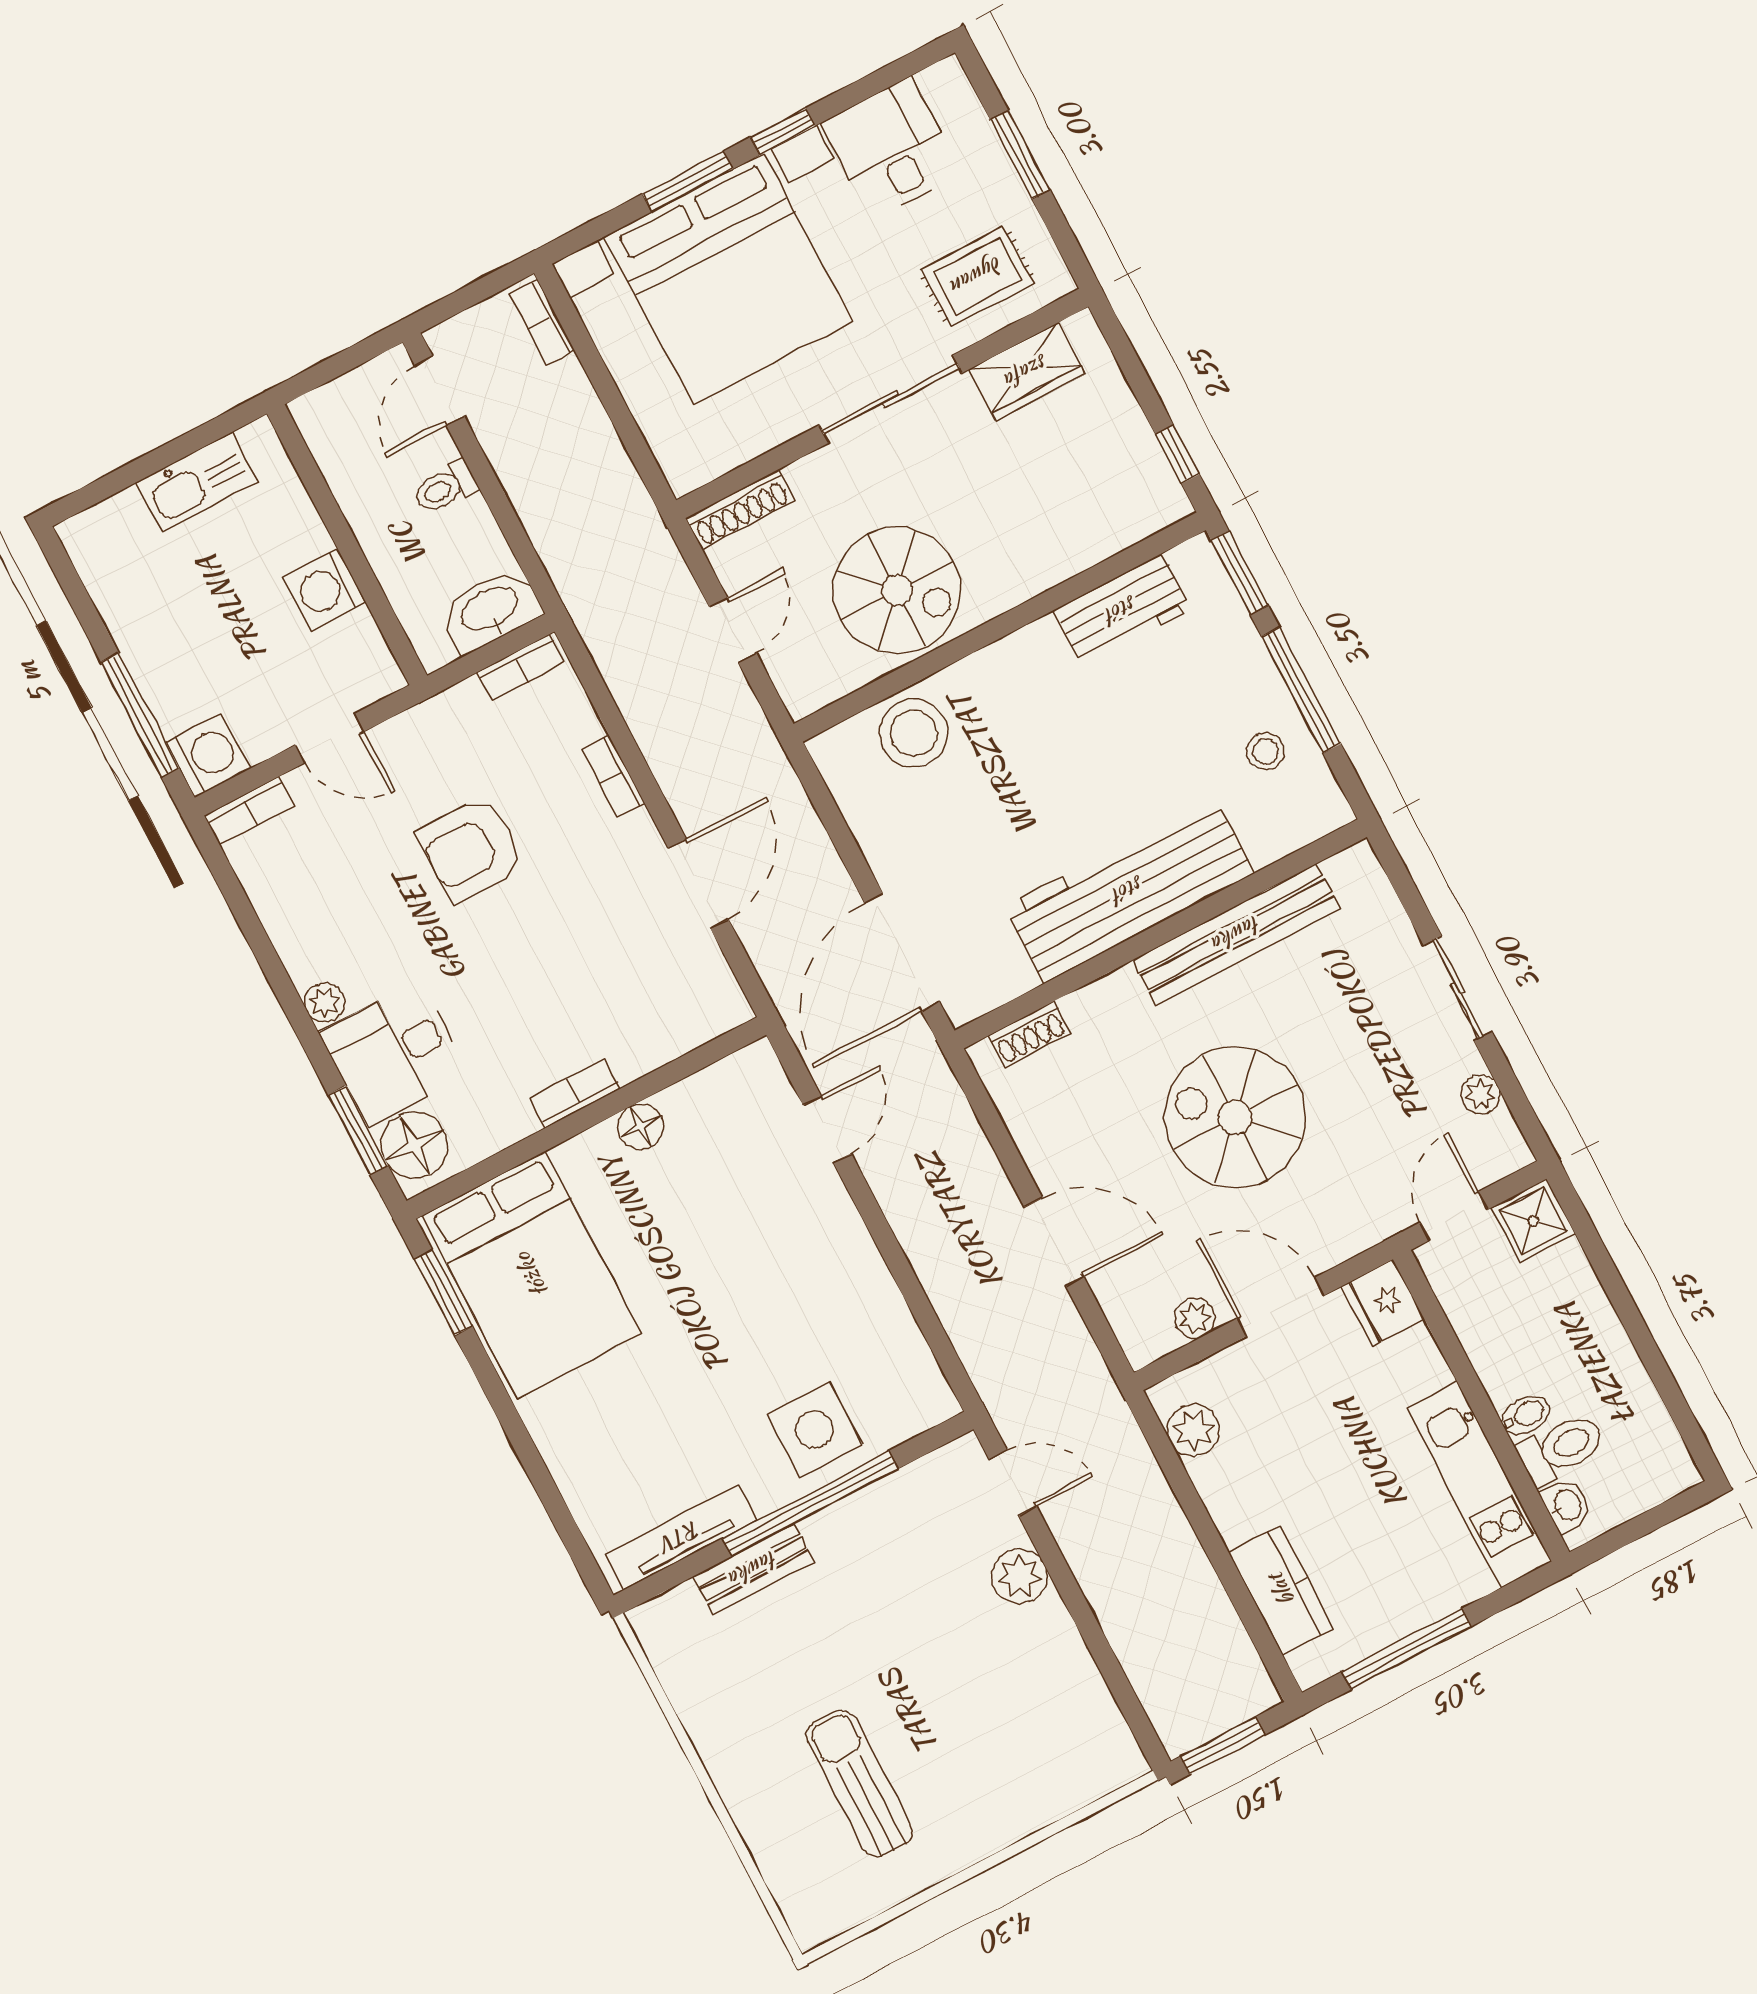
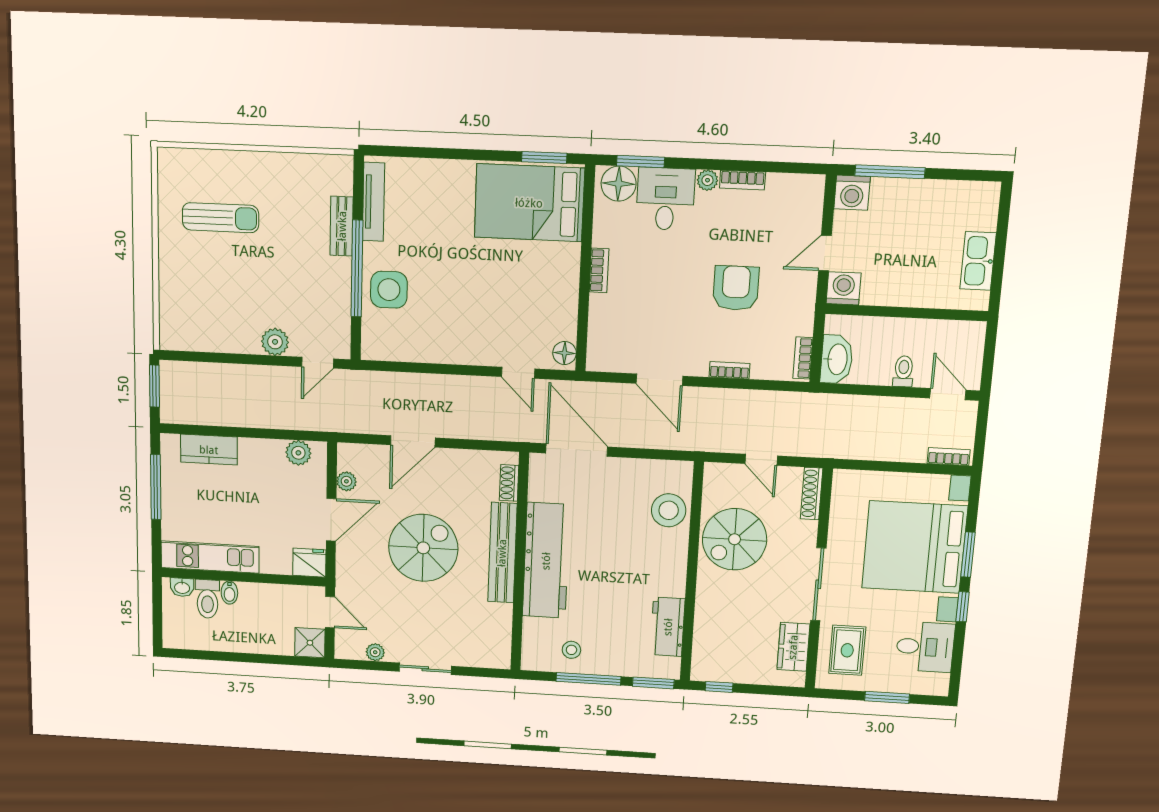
washing machine: (325, 589) -> (844, 288), moved
bookcase: (249, 811) -> (742, 180), moved, turned -90
bench: (1237, 934) -> (502, 553), moved
floor lamp: (640, 1126) -> (565, 353), moved

